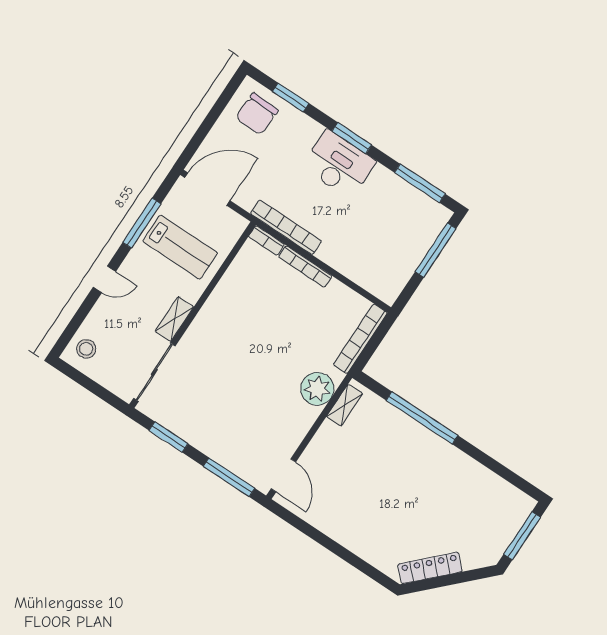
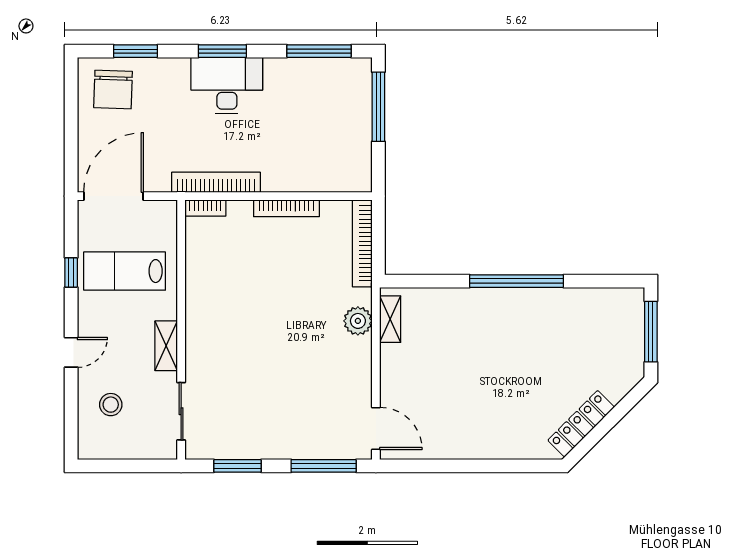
window: (142, 223) -> (71, 272), width x0.46
lab bench: (180, 247) -> (125, 271), turned 180
bookcase: (305, 266) -> (286, 208), moved
stool: (86, 349) -> (111, 405), moved
sliding door: (154, 372) -> (181, 411), width x0.73
plant: (317, 389) -> (358, 321), width x0.73, depth x0.73
window: (422, 418) -> (516, 281), moved

